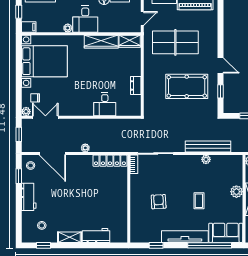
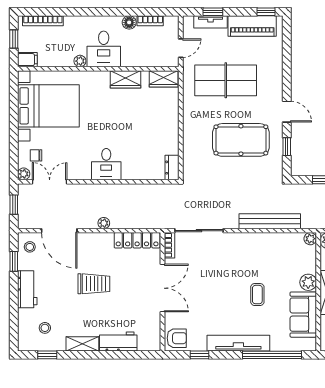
wardrobe: (101, 42) -> (125, 79), width x0.67
dresser: (136, 85) -> (172, 168), moved
desk: (105, 104) -> (106, 164), moved
plant: (206, 159) -> (310, 239), moved
trolley: (78, 193) -> (94, 284), added
double door: (129, 196) -> (162, 288), added
armchair: (159, 202) -> (177, 338), moved, turned 93
sofa: (226, 233) -> (303, 315), moved, turned -90

